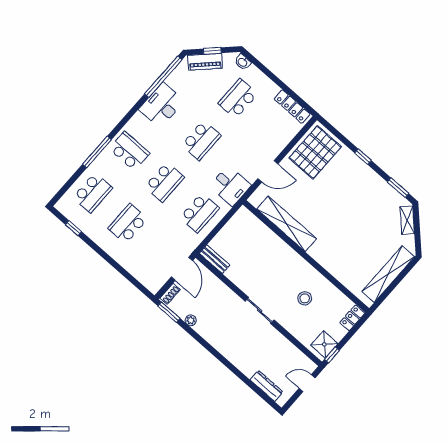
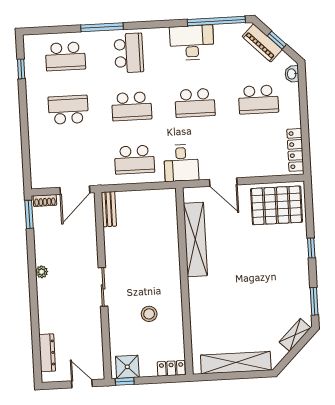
school desk: (238, 99) -> (258, 99), turned 180
plant: (191, 320) -> (42, 272), moved

